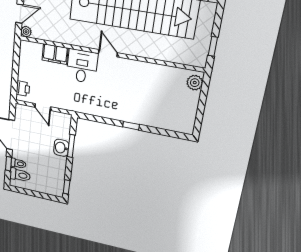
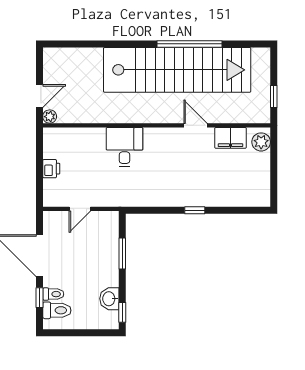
door: (108, 53) -> (195, 125), moved
filing cabinet: (55, 54) -> (230, 138), moved
printer: (23, 89) -> (51, 169), moved
door: (43, 107) -> (80, 209), hinge flipped
washbasin: (61, 148) -> (109, 299), moved

